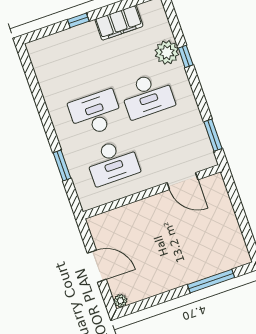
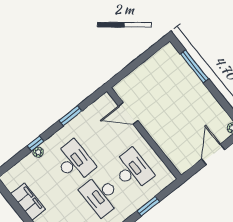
plant: (167, 52) -> (38, 152), width x0.53, depth x0.53
window: (213, 135) -> (70, 116), moved
door: (182, 181) -> (128, 113), swing flipped

